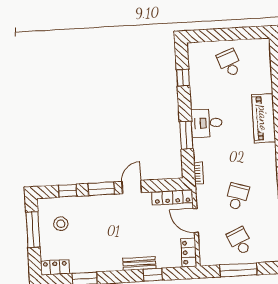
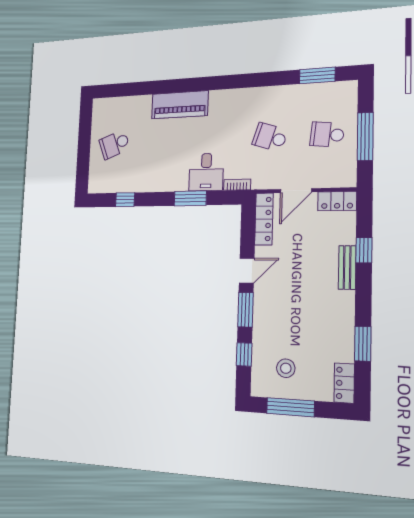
desk: (207, 123) -> (206, 172), moved
door: (132, 187) -> (247, 270), swing flipped
school desk: (240, 241) -> (327, 134), turned 30

